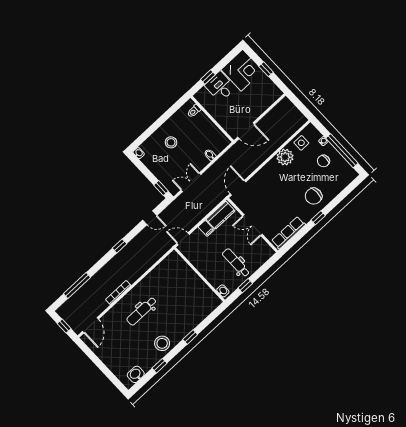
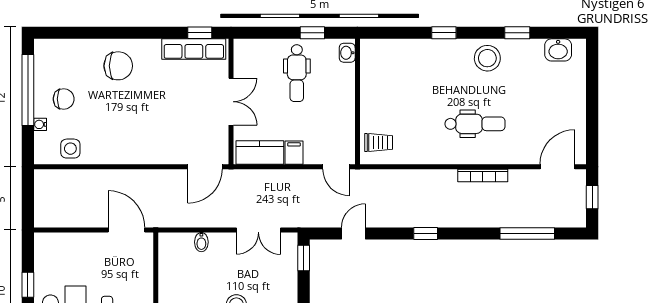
plant: (285, 157) -> (108, 150), removed
door: (150, 218) -> (353, 233), hinge flipped
window: (318, 218) -> (200, 33), moved
trolley: (175, 266) -> (379, 143), added

